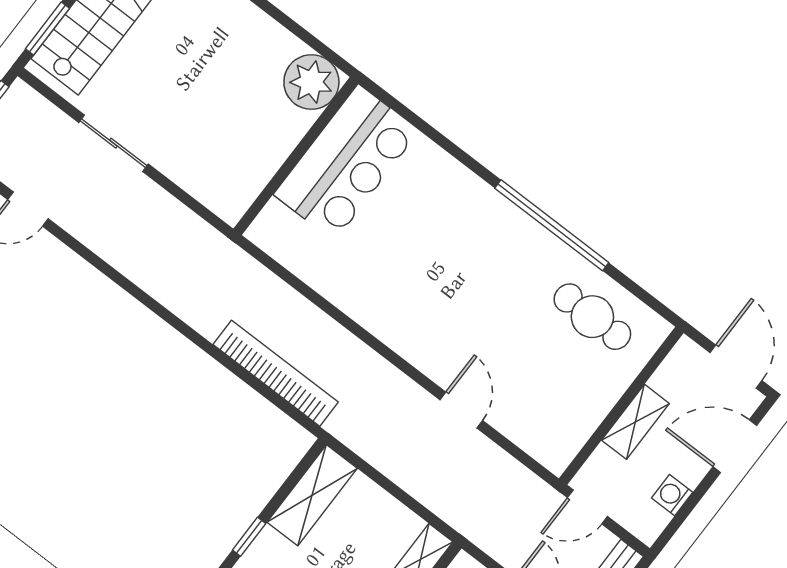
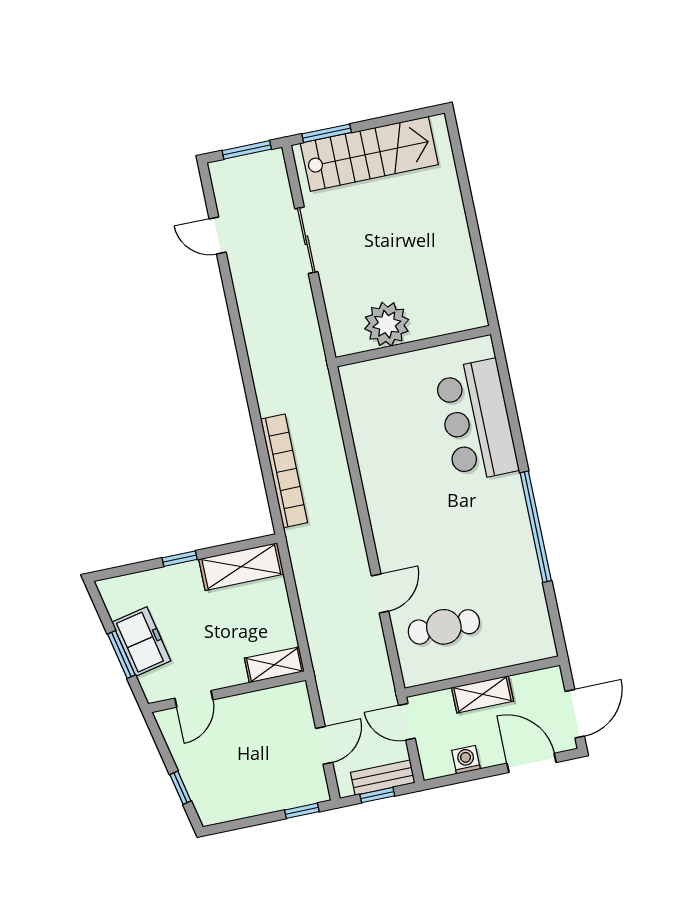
plant: (311, 82) -> (387, 324), moved
bar counter: (346, 163) -> (476, 421), moved, turned 90
cafe table: (592, 317) -> (444, 627), moved, turned 90

